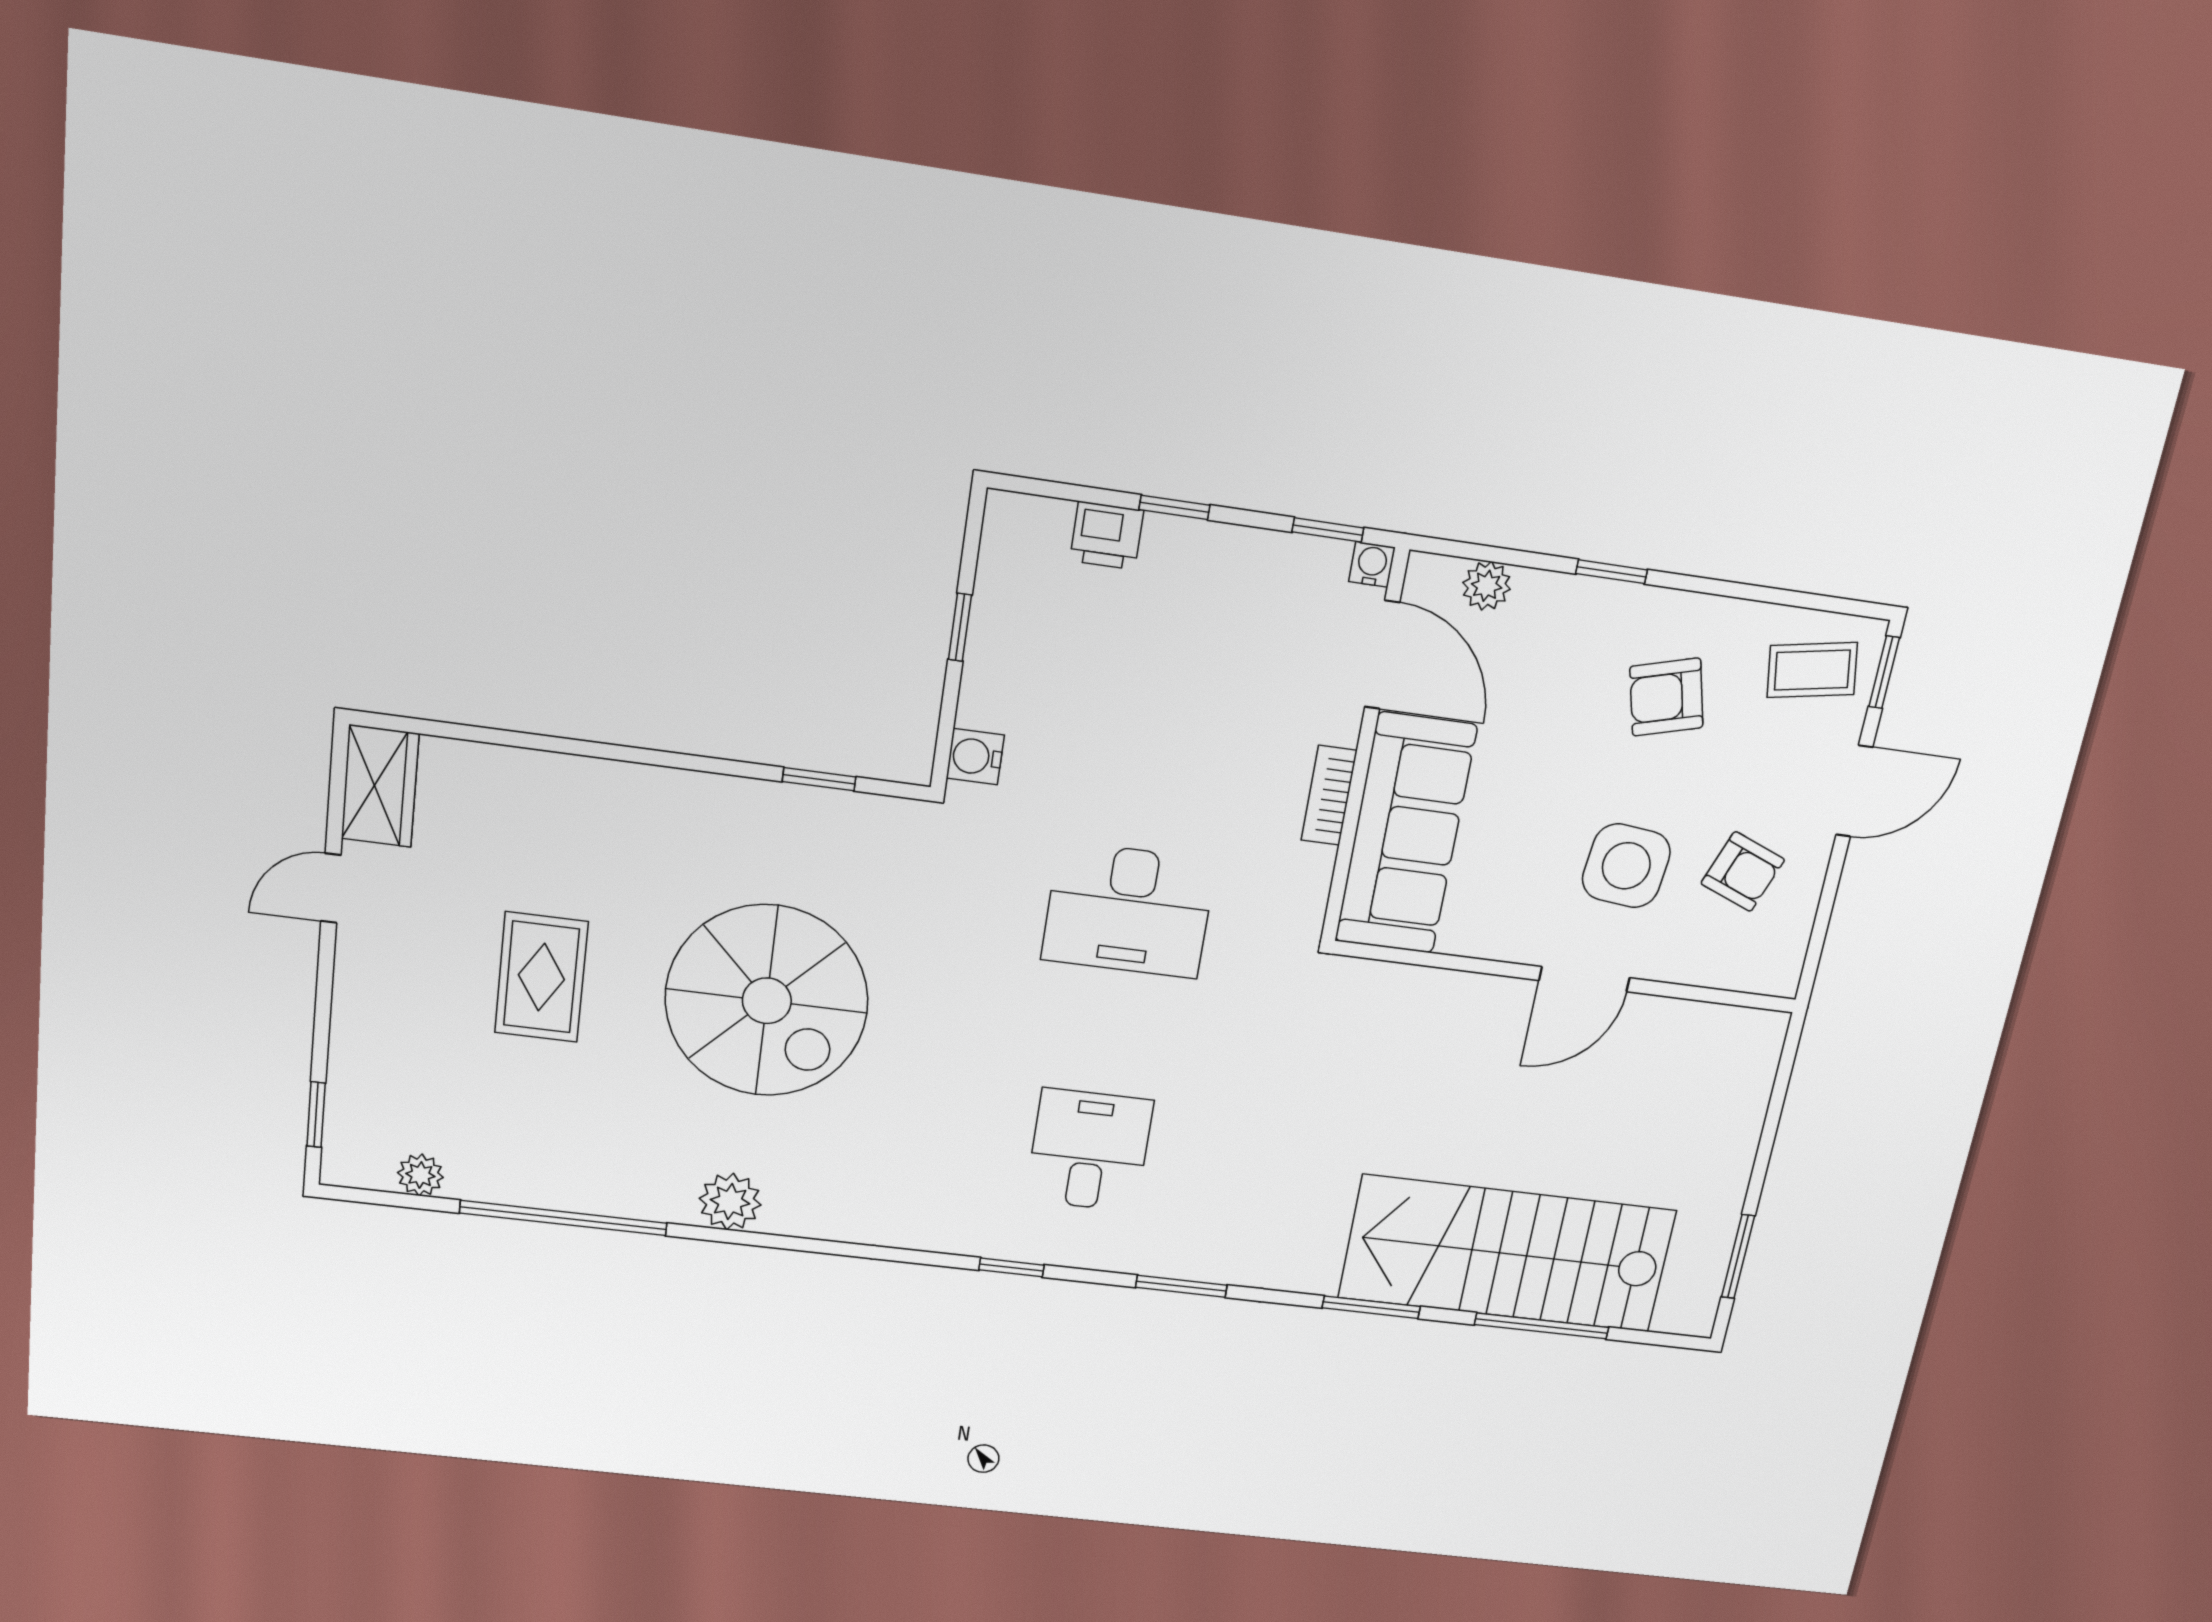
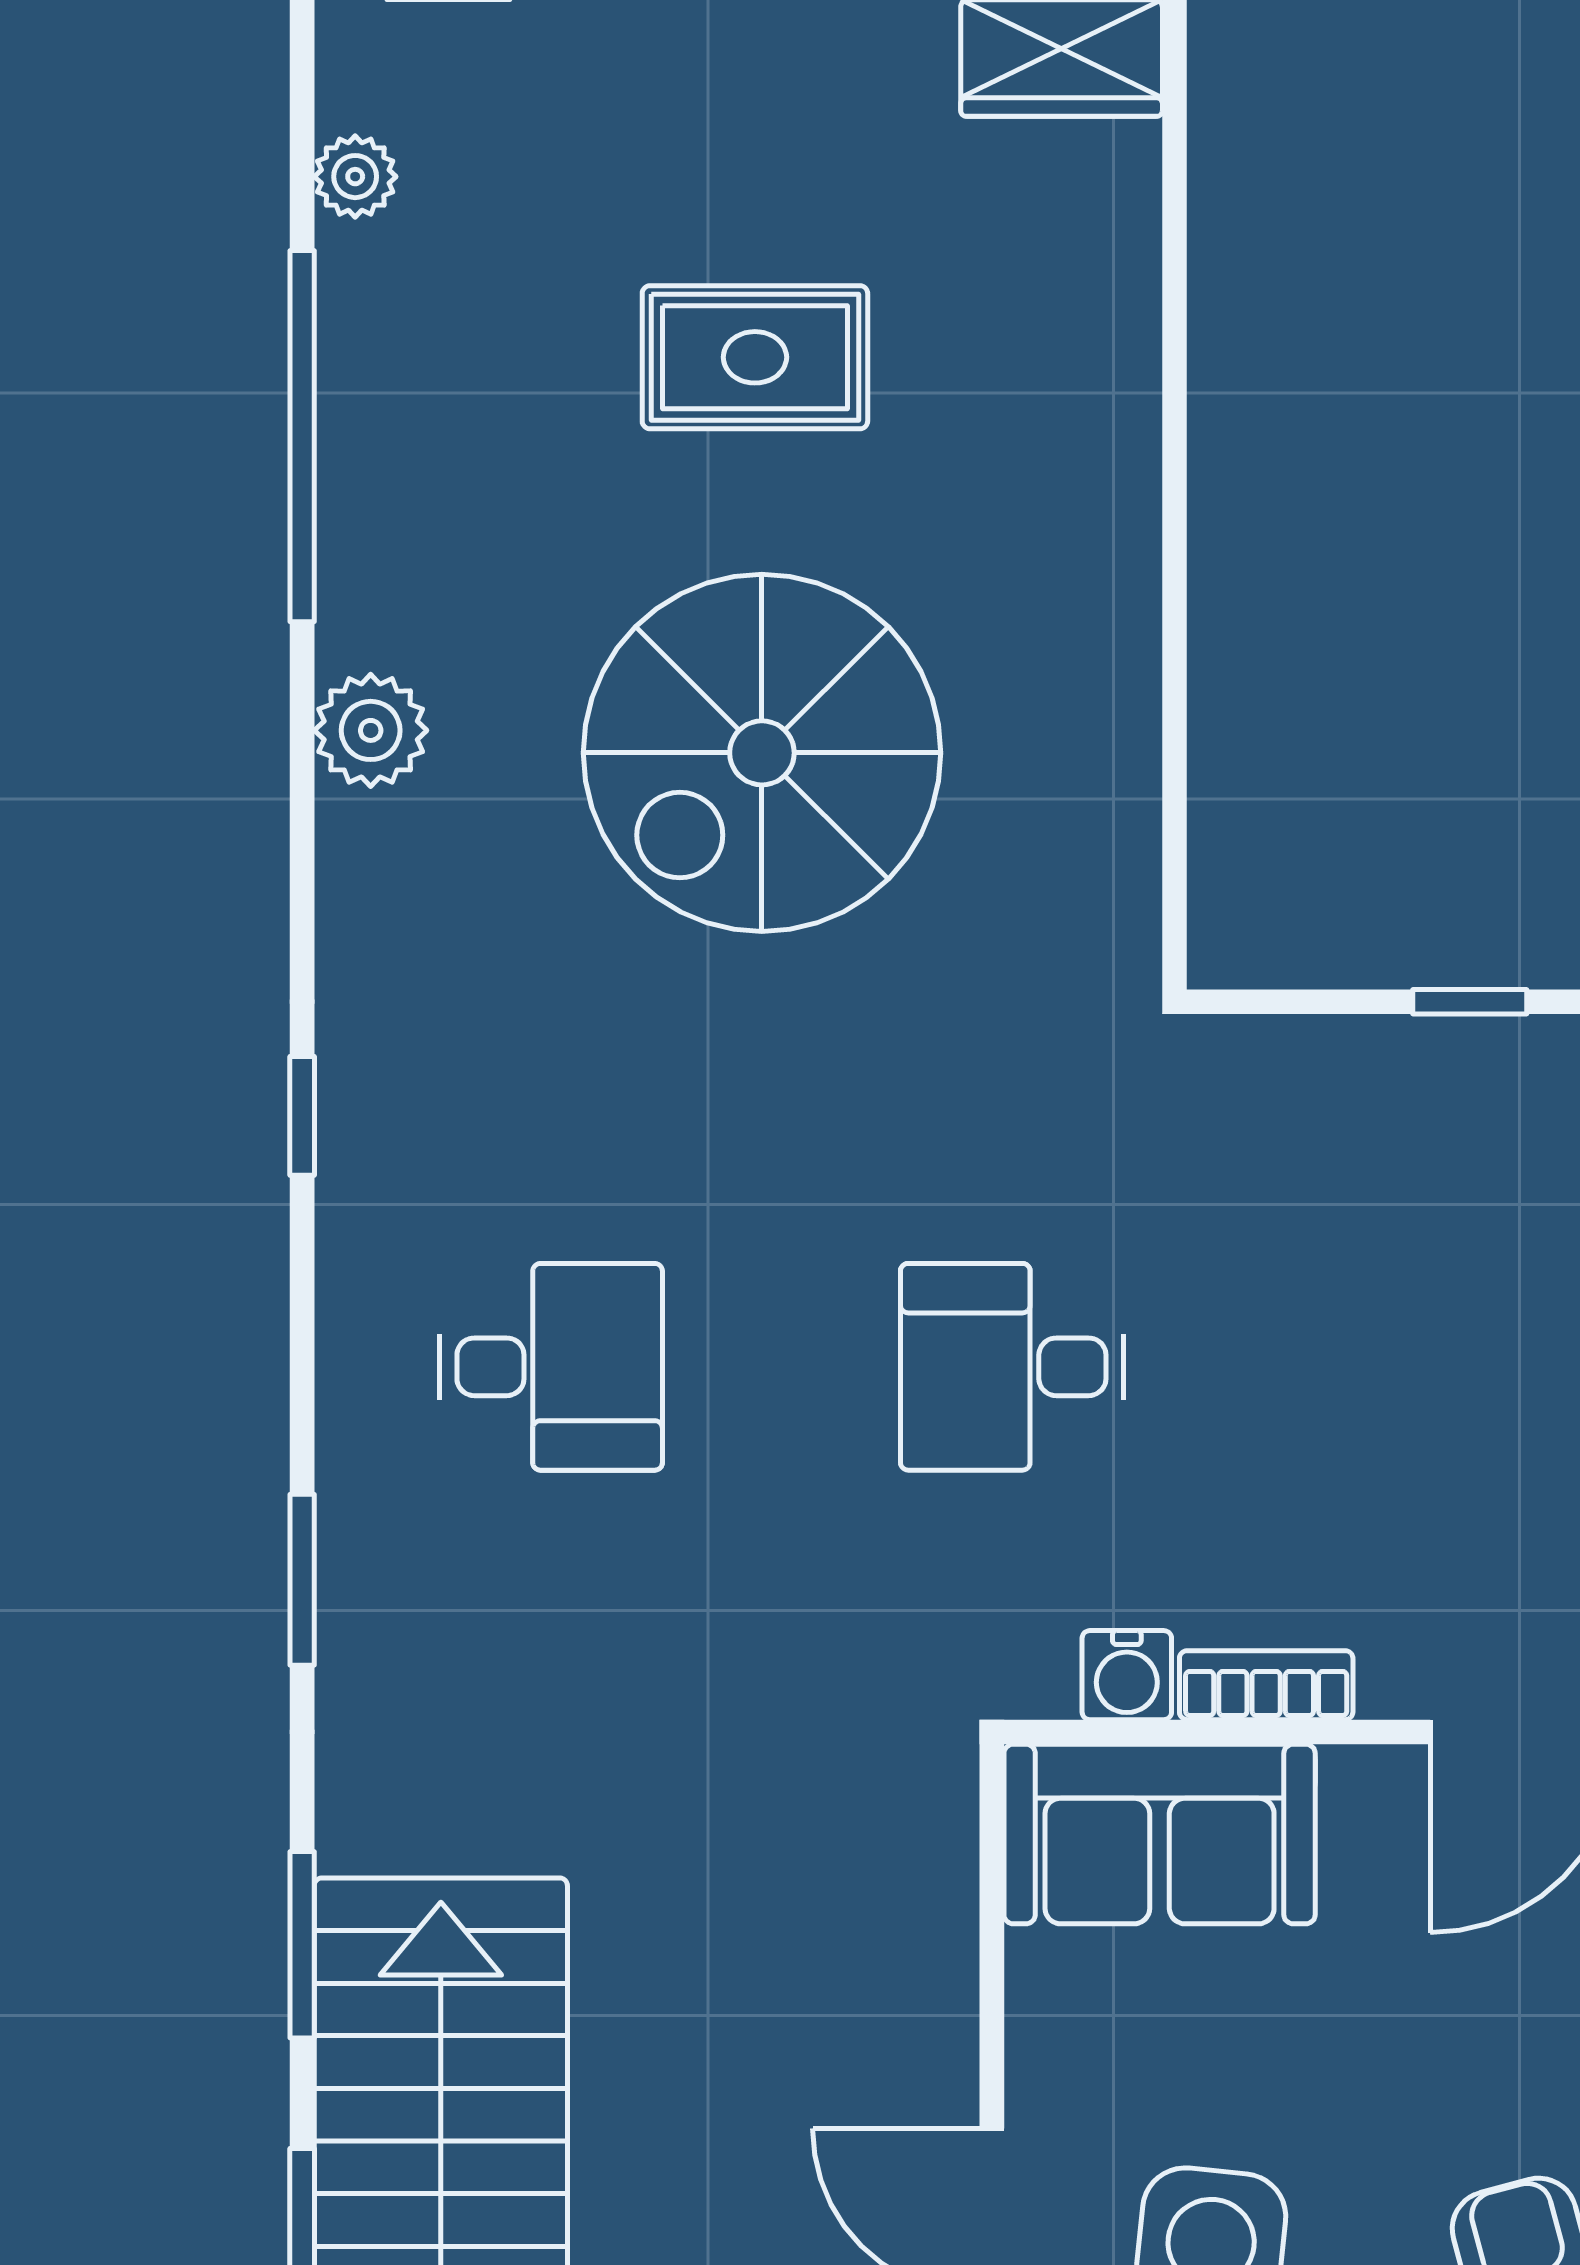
water cooler: (975, 757) -> (1127, 1675), moved, turned 180
window: (819, 779) -> (1174, 796), removed
sofa: (1406, 834) -> (1160, 1834), width x0.73
desk: (1129, 910) -> (1012, 1367), width x0.73
window: (1011, 1267) -> (302, 1116), moved

